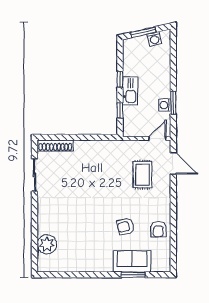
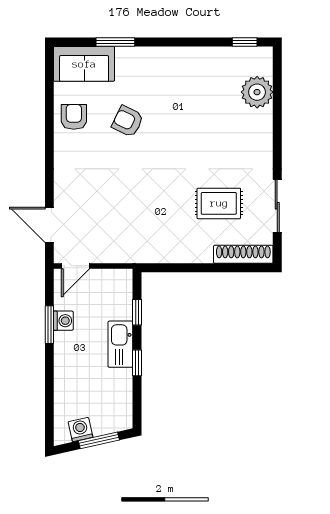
rug: (142, 175) -> (219, 203), moved, turned 90
armchair: (126, 227) -> (128, 121), turned -141
sofa: (132, 262) -> (84, 64), moved
window: (54, 275) -> (245, 42), added

